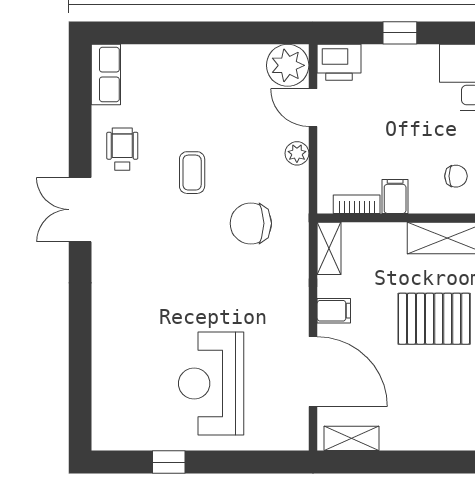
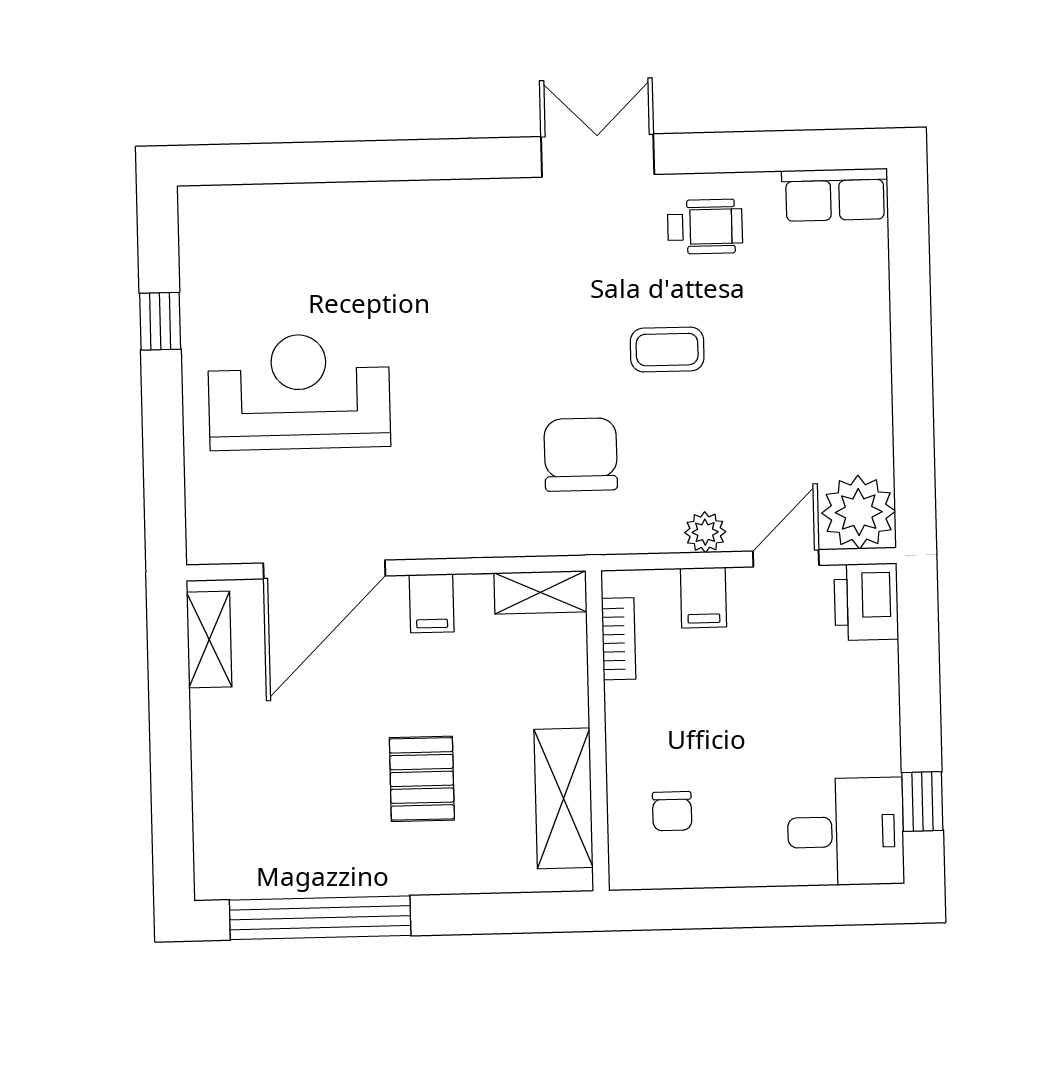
window: (400, 33) -> (922, 802), moved
filing cabinet: (395, 196) -> (703, 598), moved, turned 90
pallet: (434, 319) -> (422, 779), width x0.67, depth x0.71

